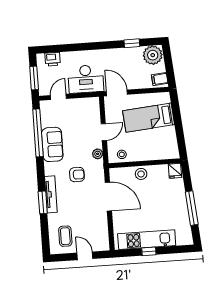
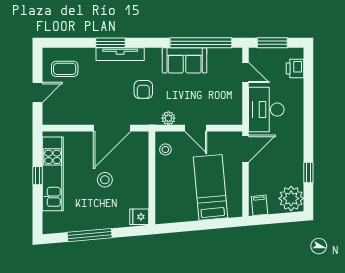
stool: (141, 174) -> (105, 180), moved

